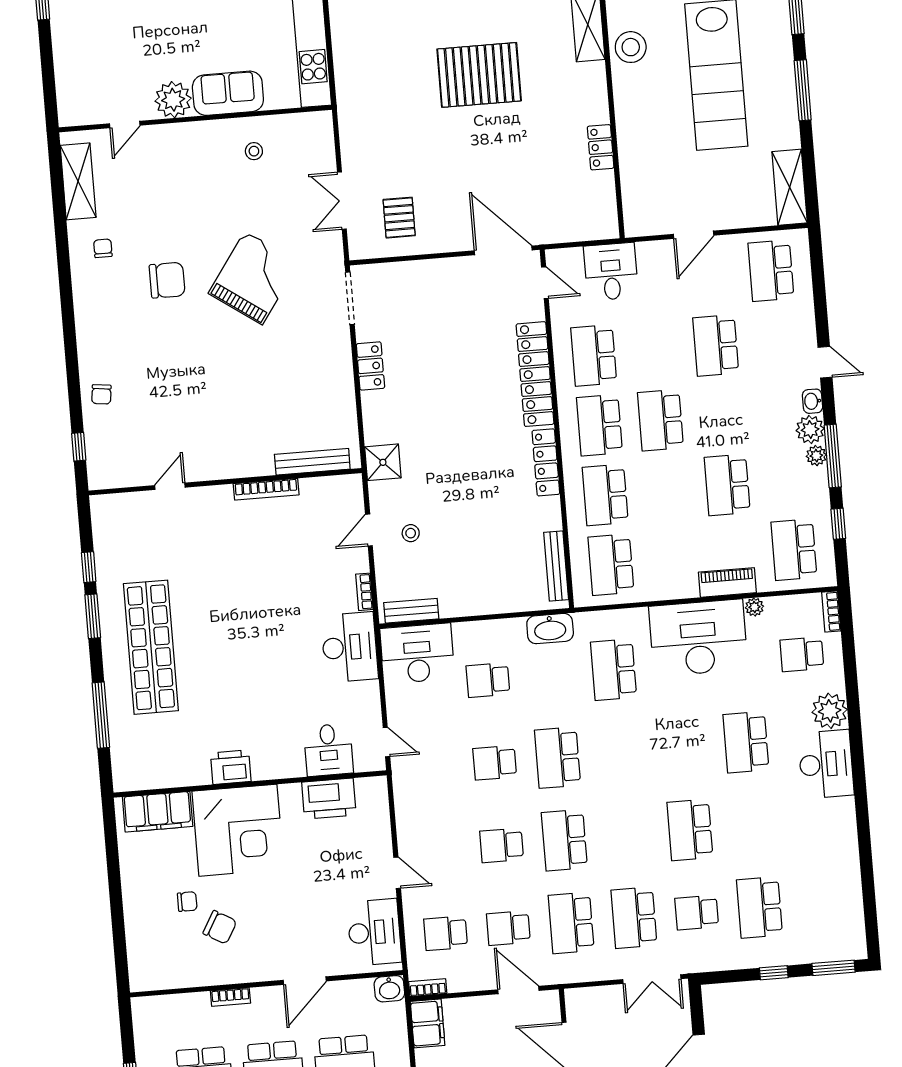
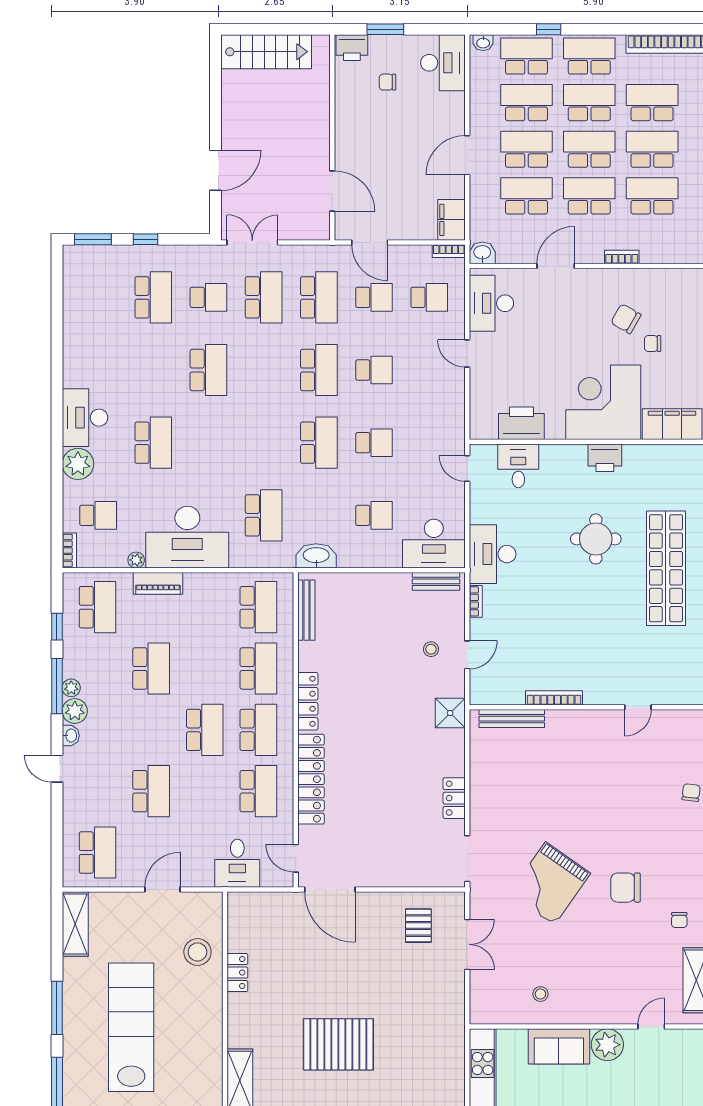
stool: (631, 47) -> (197, 952), moved
round table: (234, 674) -> (596, 539), added

